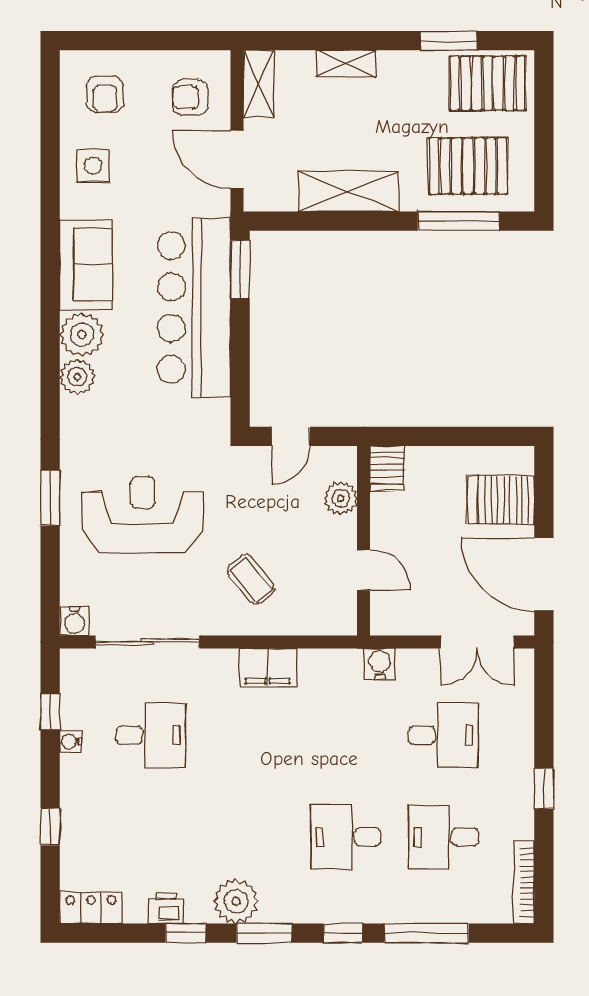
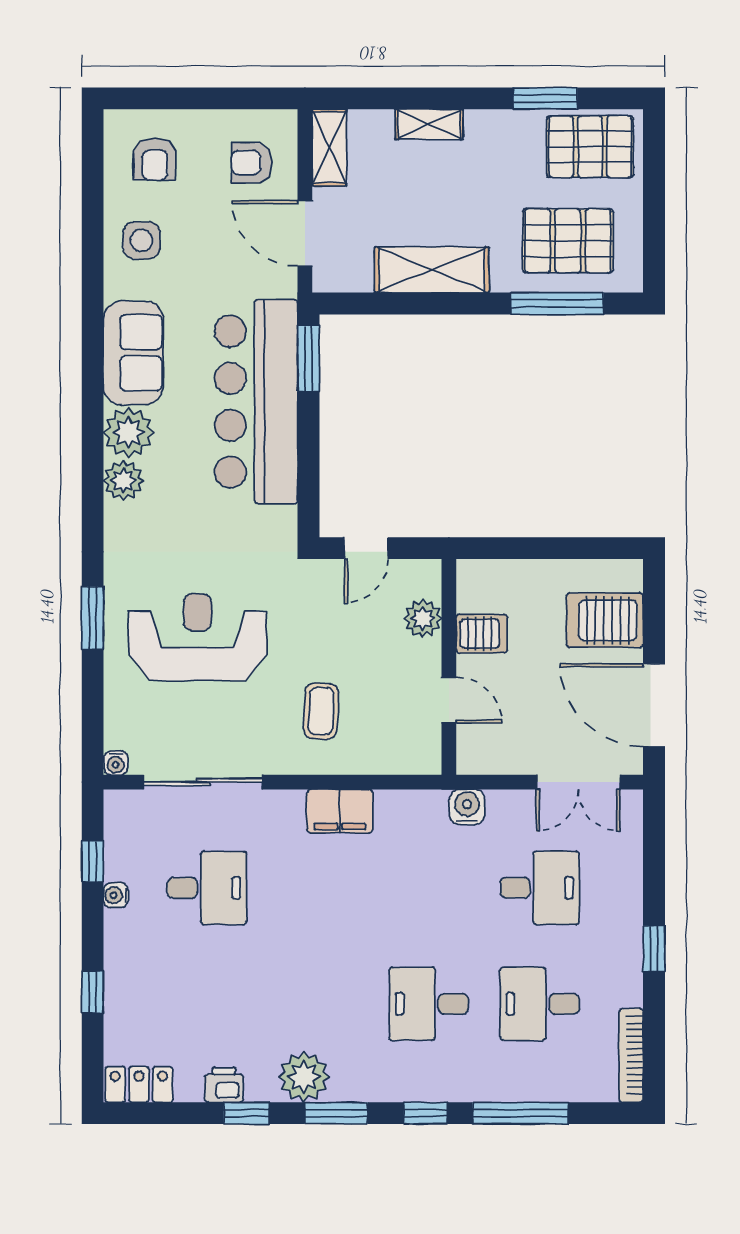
server rack: (387, 468) -> (482, 634), moved, turned -90
coffee table: (251, 580) -> (321, 711), turned 42
water cooler: (75, 621) -> (116, 763), width x0.72, depth x0.72

